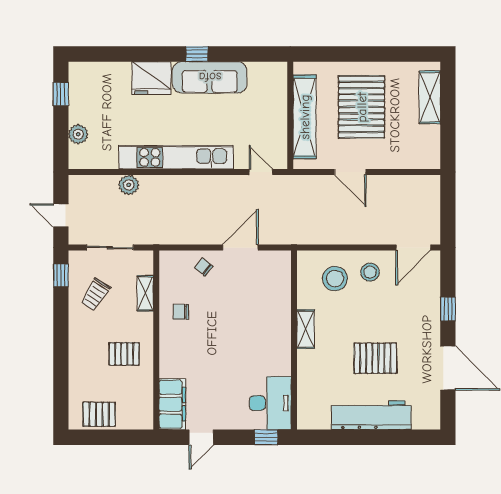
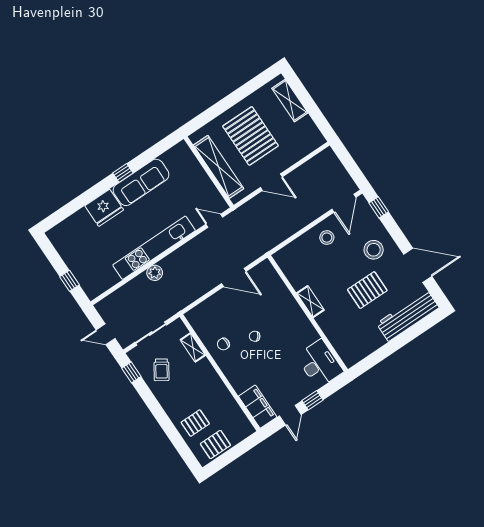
window: (61, 94) -> (70, 281), moved
plant: (78, 134) -> (82, 275), removed
plant: (129, 185) -> (155, 273), moved
door: (240, 248) -> (234, 277), swing flipped
chair: (204, 267) -> (255, 336), moved
stool: (335, 279) -> (374, 250), moved
window: (448, 309) -> (379, 207), moved
pallet: (124, 354) -> (195, 423), moved
workbench: (371, 415) -> (408, 316), moved
window: (266, 437) -> (313, 400), moved

